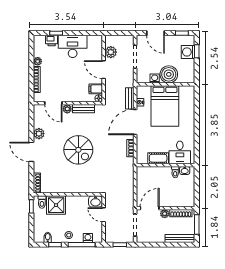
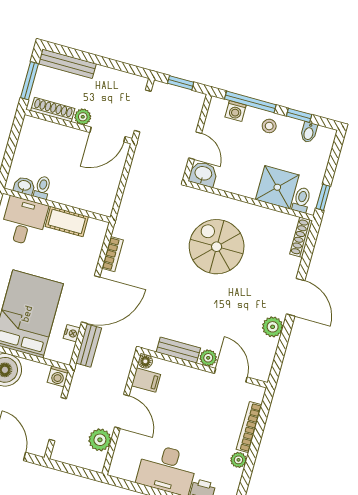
washing machine: (155, 78) -> (58, 376), moved
spiral stairs: (78, 150) -> (217, 247), moved

